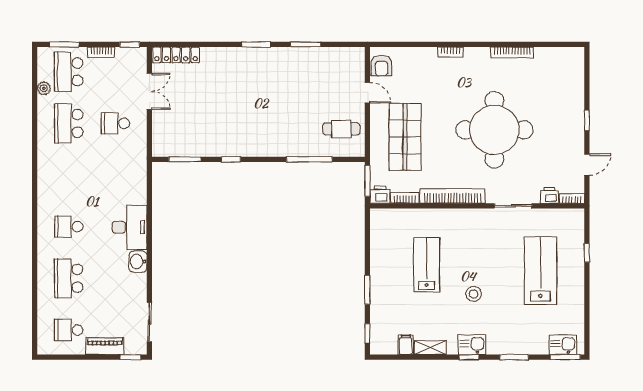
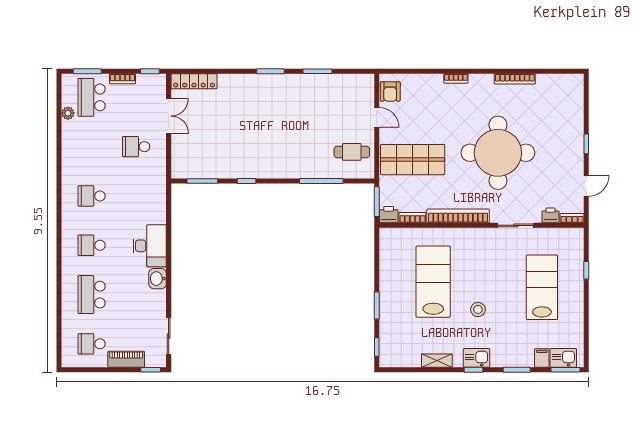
school desk: (69, 123) -> (92, 196), moved, width x0.54
shop shelf: (405, 137) -> (413, 160), turned 90
lab bench: (427, 265) -> (433, 282), width x1.36, depth x1.39
filing cabinet: (406, 345) -> (542, 358), moved

